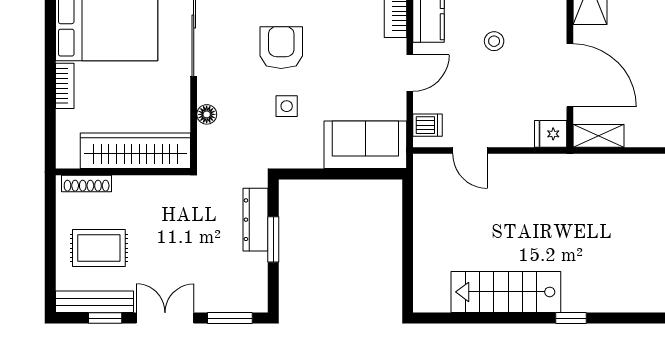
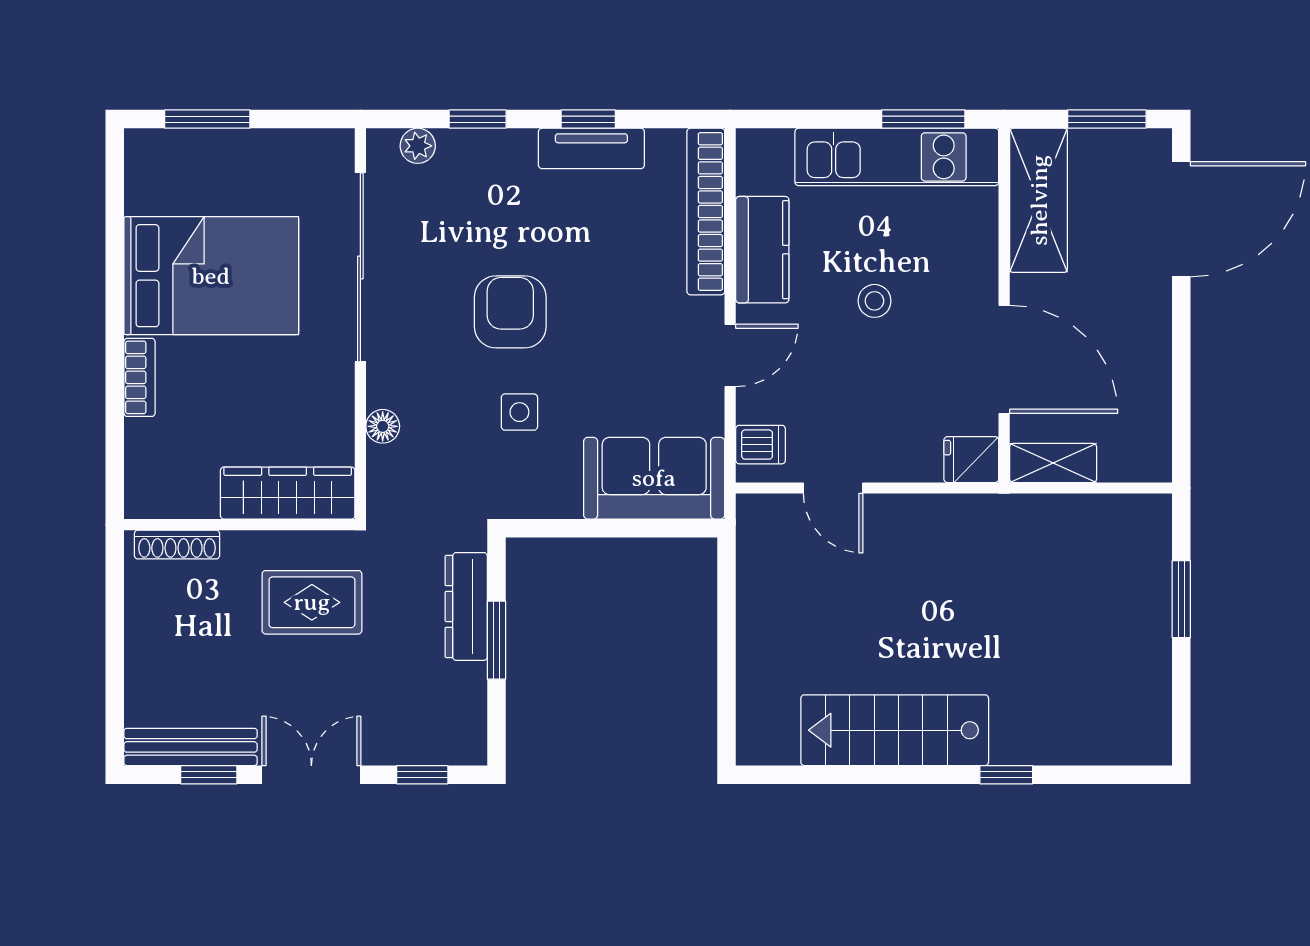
wardrobe: (135, 151) -> (288, 493), width x0.71, depth x0.85
rug: (99, 248) -> (312, 602), moved
window: (230, 318) -> (422, 775), width x0.67

